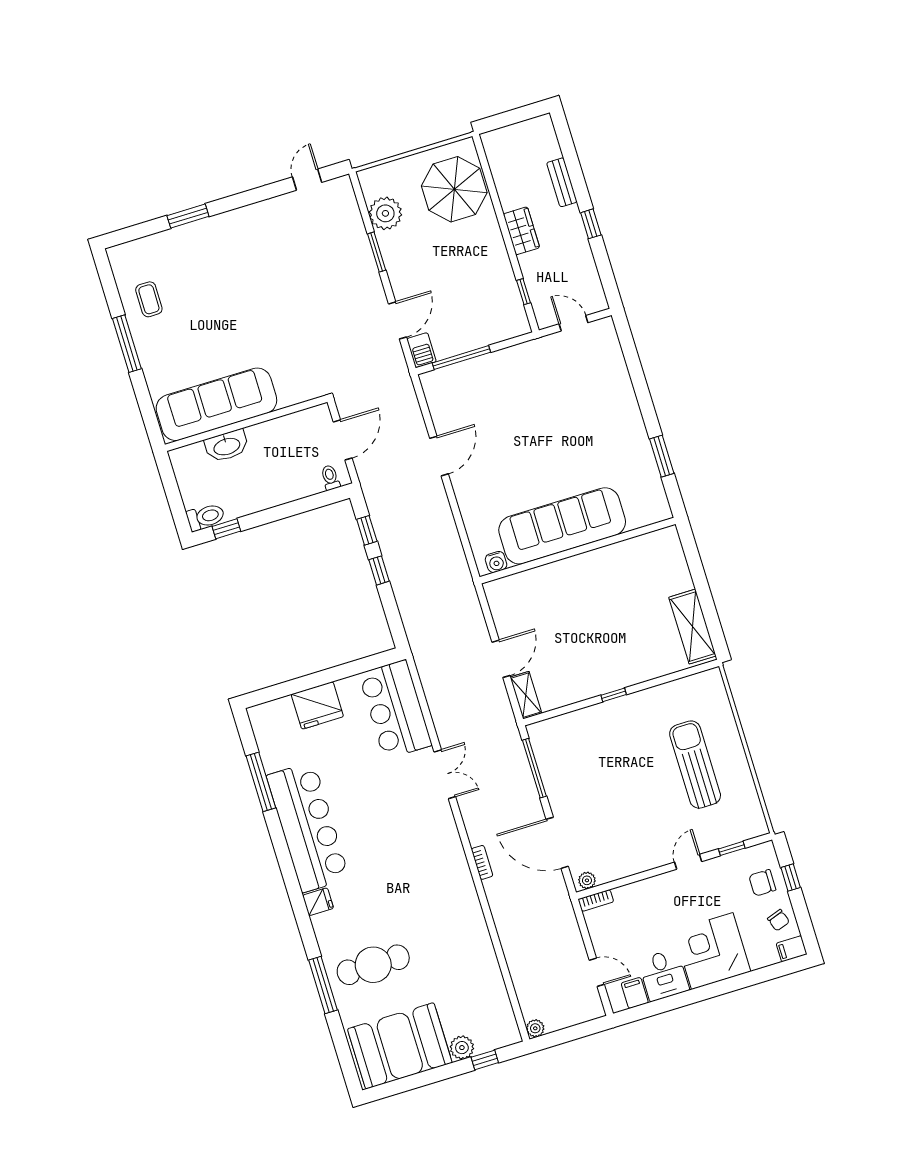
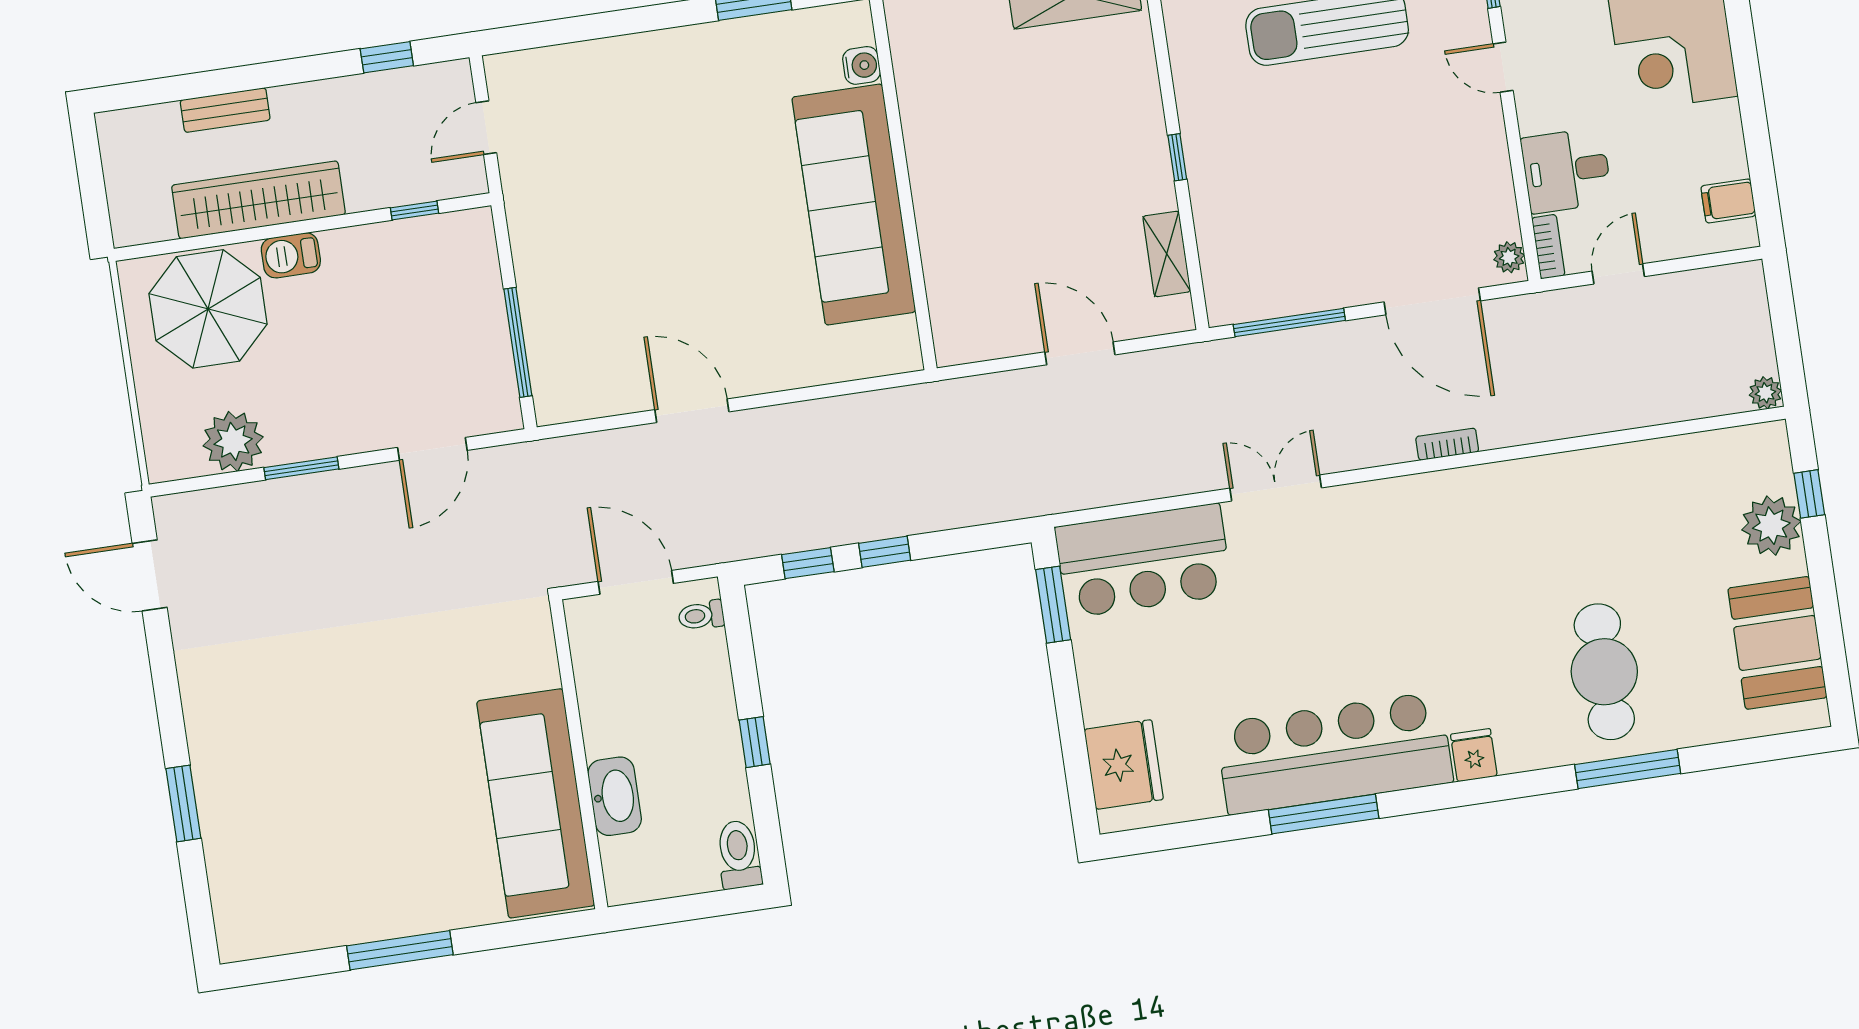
door: (307, 180) -> (150, 575), width x1.38
window: (591, 224) -> (387, 57), moved
wardrobe: (521, 231) -> (258, 200), width x2.10, depth x1.17
coffee table: (149, 299) -> (325, 898), removed
door: (397, 320) -> (432, 449), swing flipped
barbecue: (421, 350) -> (291, 255), moved, turned 180
window: (226, 529) -> (755, 742), moved
water cooler: (496, 562) -> (861, 65), moved
window: (364, 665) -> (1053, 605), added
shelving: (526, 695) -> (1167, 254), moved, turned 90
fridge: (317, 705) -> (1124, 764), moved
window: (261, 782) -> (1324, 814), moved
door: (557, 843) -> (1432, 301), hinge flipped
door: (597, 972) -> (1618, 274), moved
desk: (664, 975) -> (1566, 170), moved, turned 180
booth: (400, 1046) -> (1777, 643), width x0.73, depth x0.70
plant: (462, 1048) -> (1771, 526), width x1.36, depth x1.36

